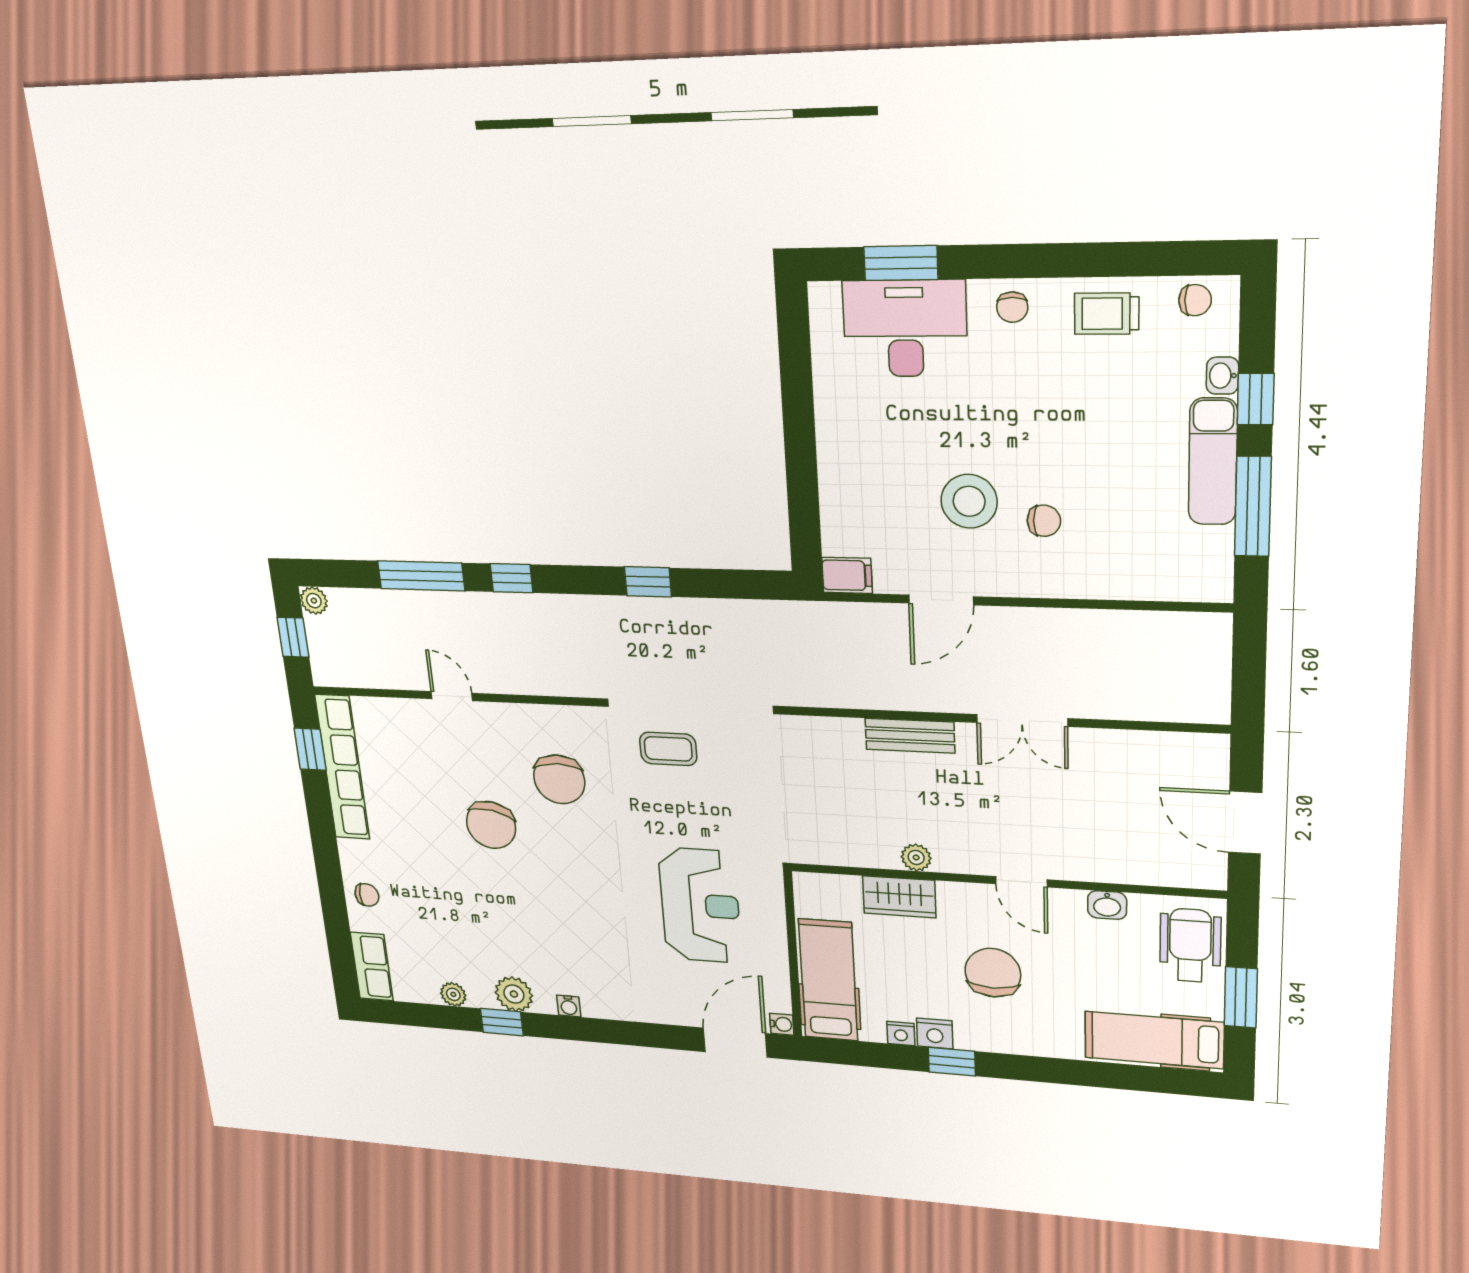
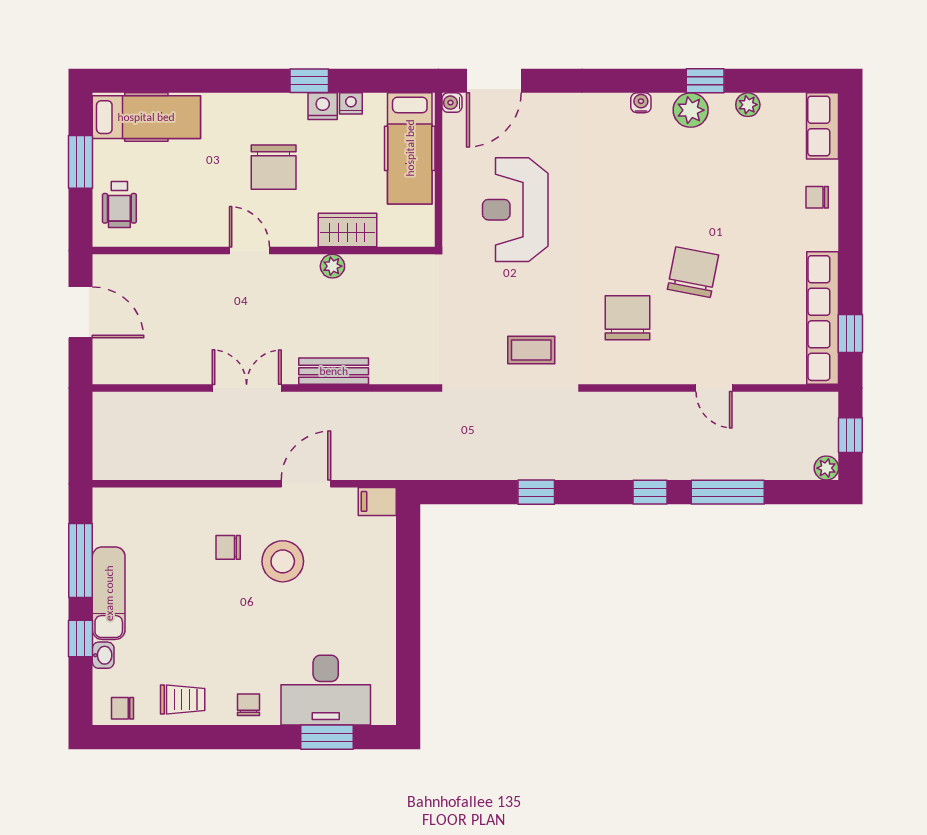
washbasin: (1107, 905) -> (183, 235), removed
wheelchair: (1190, 945) -> (119, 205), width x0.73, depth x0.73

